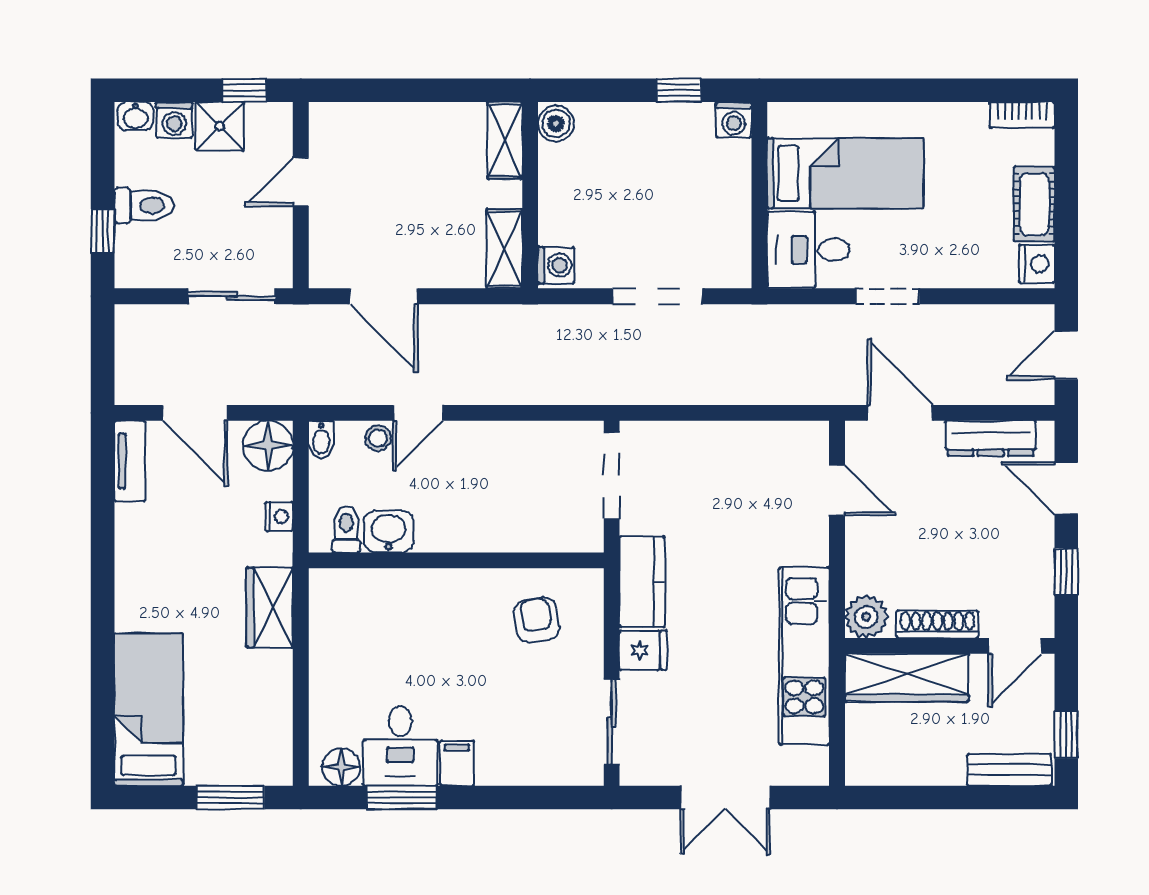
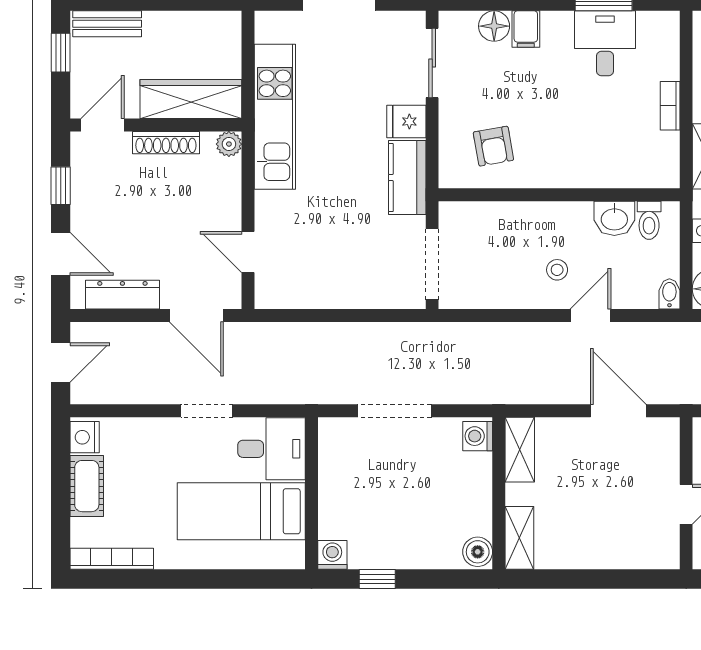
bookcase: (1022, 115) -> (112, 559), width x1.56
stool: (378, 438) -> (557, 270), moved
plant: (866, 617) -> (229, 144), width x0.73, depth x0.73
bookcase: (320, 669) -> (670, 106), added
filing cabinet: (457, 763) -> (526, 29), moved
floor lamp: (341, 767) -> (494, 26), moved

